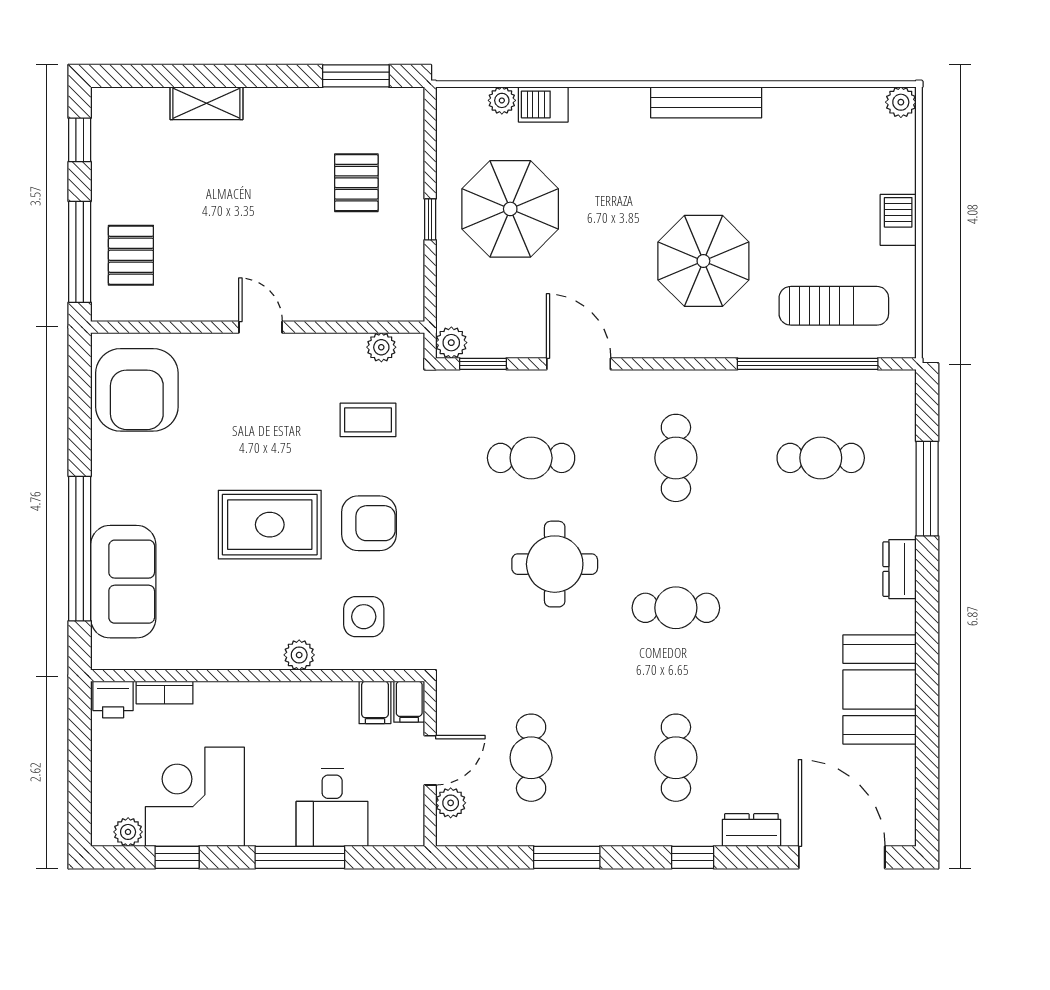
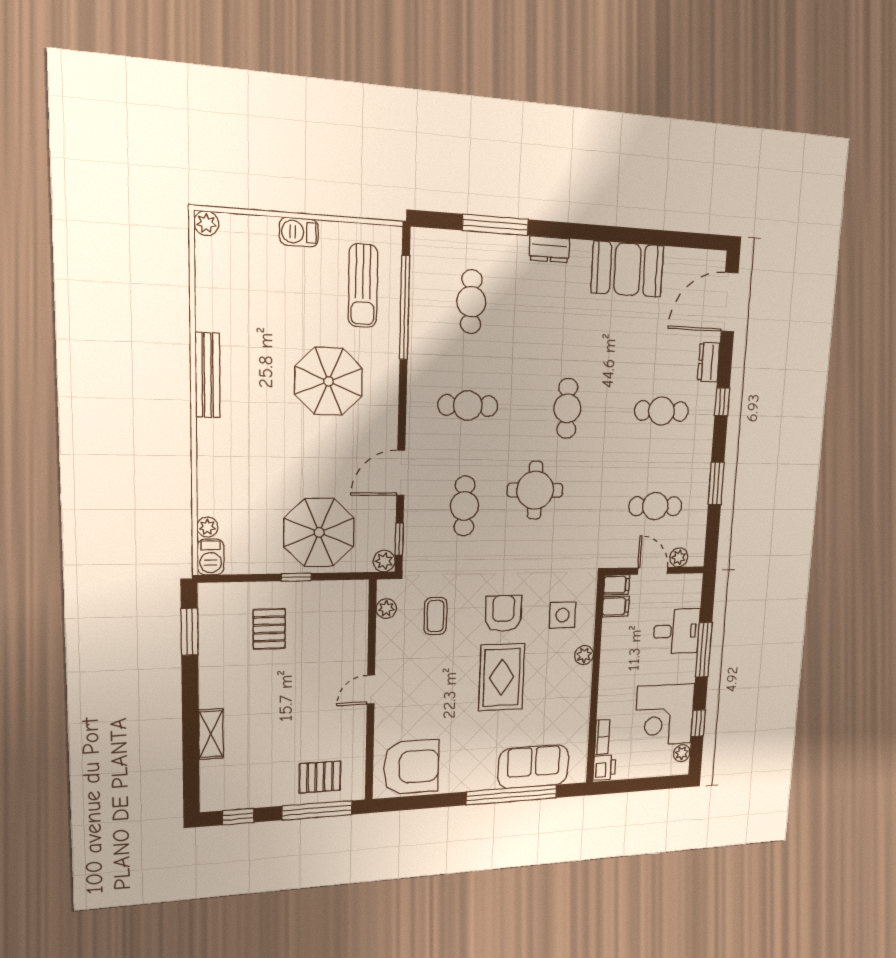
barbecue: (543, 104) -> (211, 557), moved
pallet: (356, 183) -> (269, 629), turned 90
parasol: (510, 209) -> (319, 532), moved
sun lounger: (834, 306) -> (363, 286), turned 180

